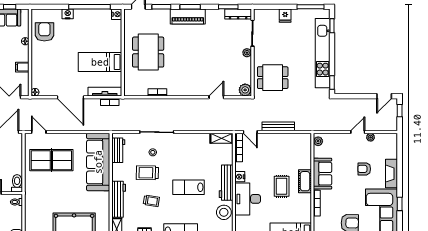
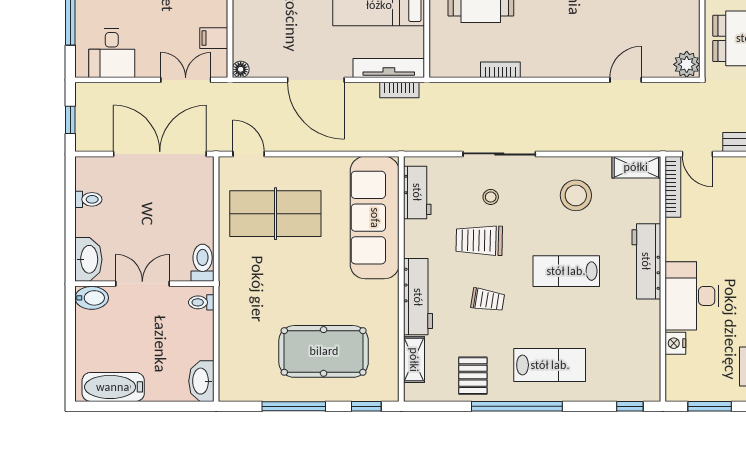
filing cabinet: (22, 67) -> (214, 38), moved
nightstand: (240, 177) -> (675, 343), moved
stool: (224, 212) -> (576, 195), moved

